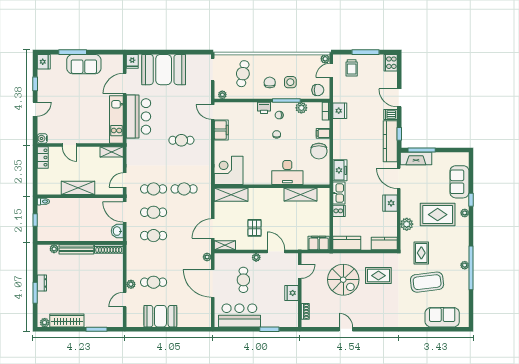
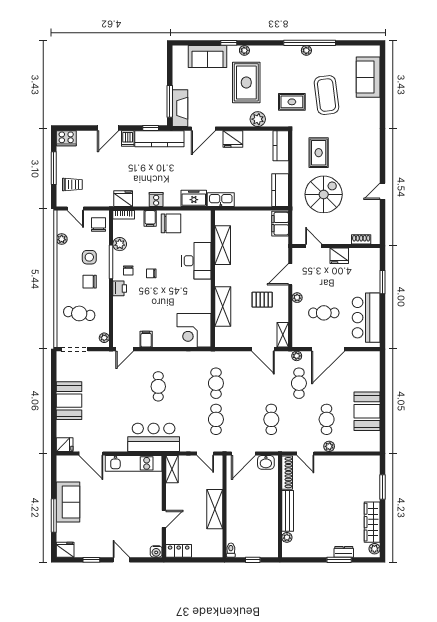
plant: (325, 59) -> (62, 239), moved
booth: (164, 70) -> (69, 401), width x0.73, depth x0.70
bar counter: (138, 116) -> (154, 437), moved
filing cabinet: (221, 130) -> (146, 339), width x0.50
shelving: (231, 195) -> (223, 307), moved
cooker: (339, 211) -> (156, 199), moved
cafe table: (154, 212) -> (299, 383), moved
dresser: (42, 283) -> (344, 552), moved
door: (125, 300) -> (305, 454), moved

